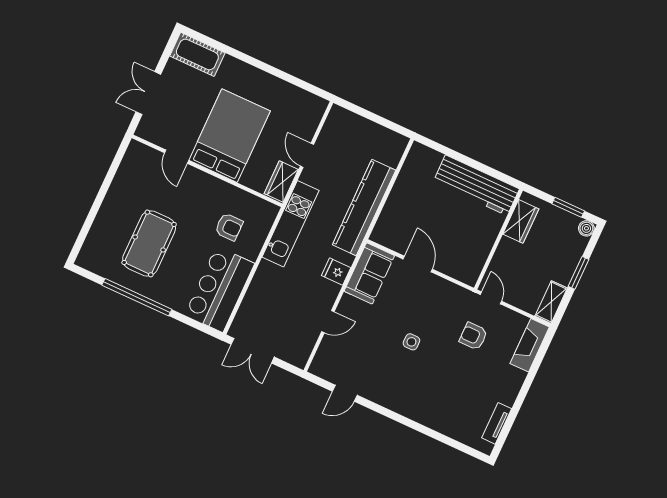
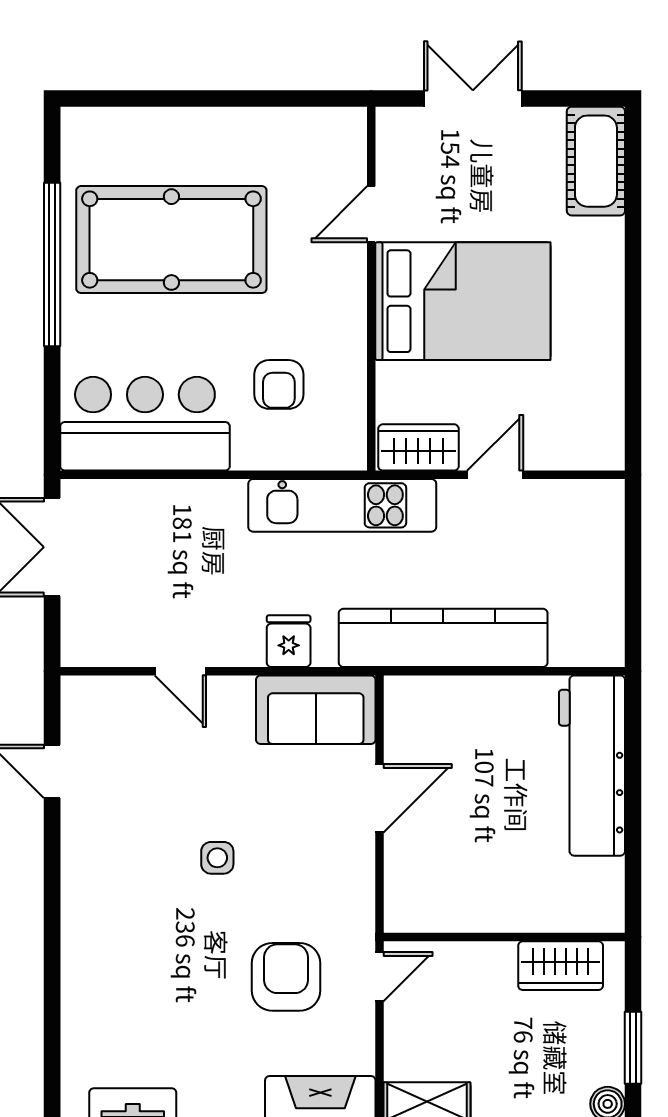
workbench: (476, 185) -> (592, 766), moved
pool table: (149, 243) -> (171, 240), width x1.36, depth x1.32
armchair: (473, 336) -> (286, 977), width x1.38, depth x1.38

